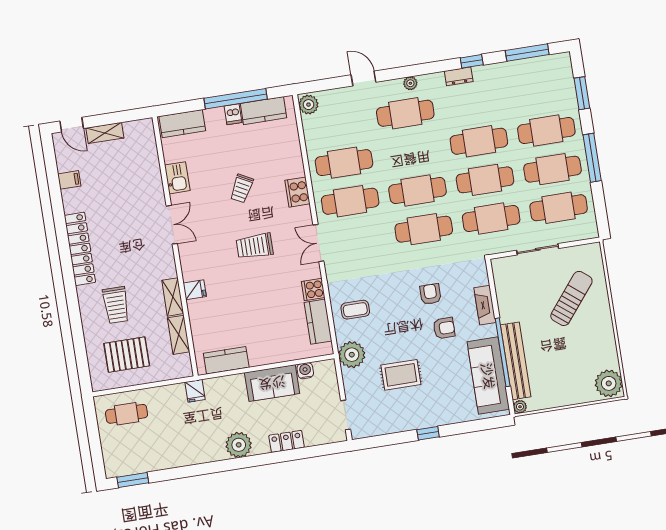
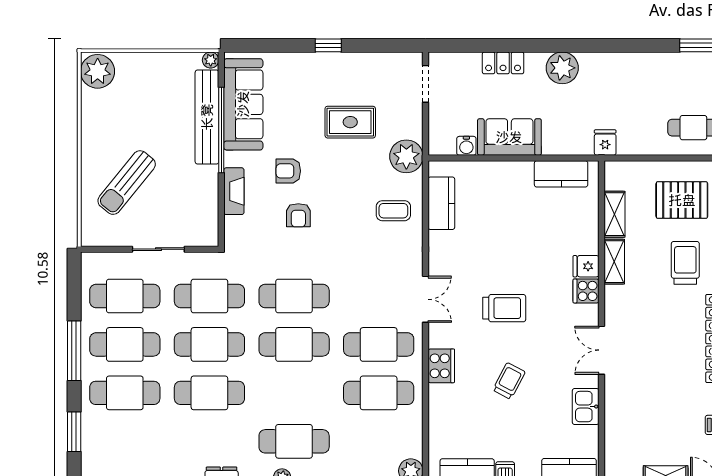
cooker: (313, 289) -> (586, 291), moved, turned 180

